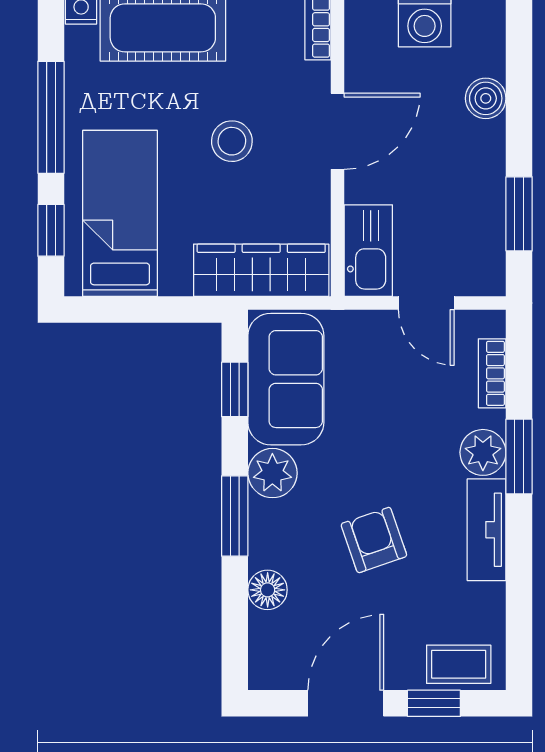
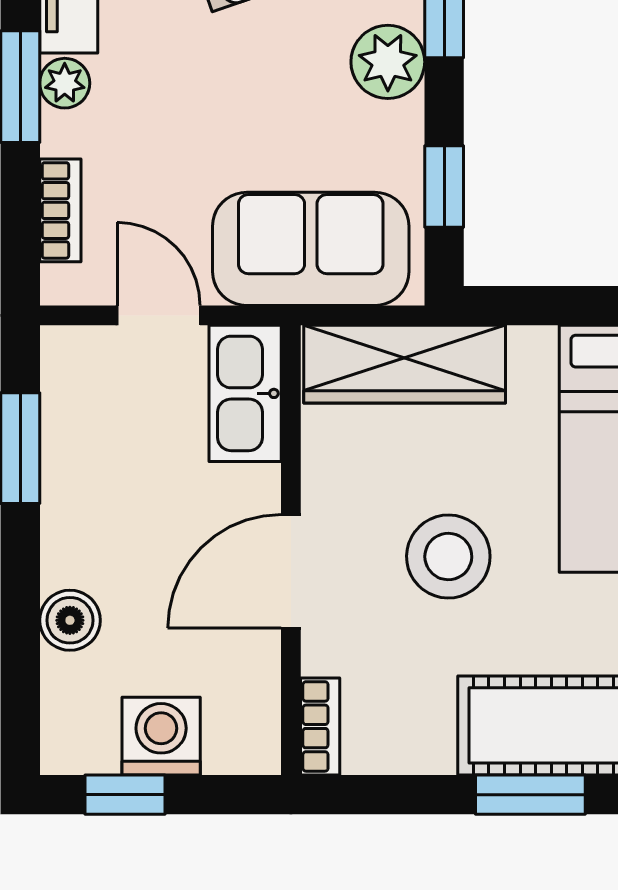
stool: (232, 141) -> (448, 557), width x1.38, depth x1.38
sofa: (286, 379) -> (311, 249), moved, turned 90
plant: (483, 452) -> (65, 83), width x0.73, depth x0.73

